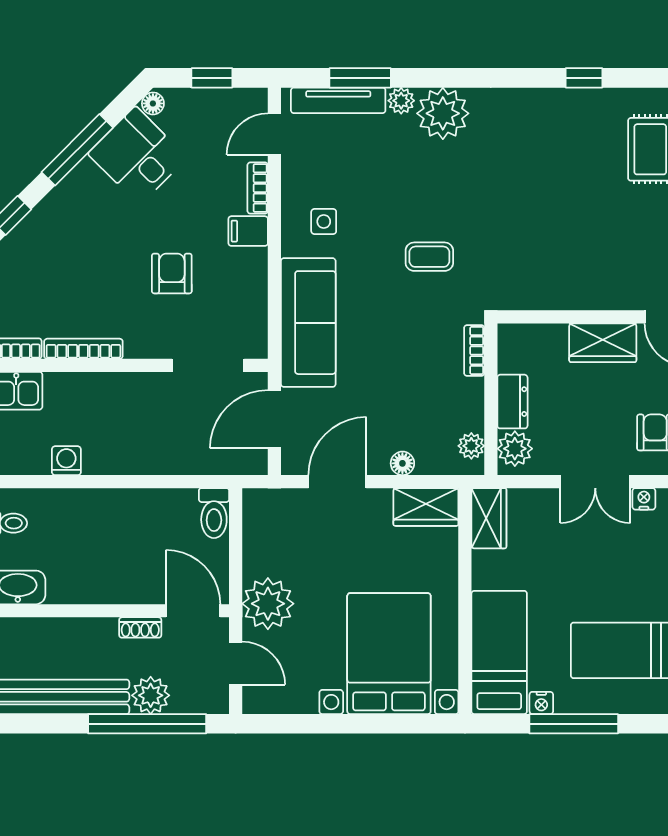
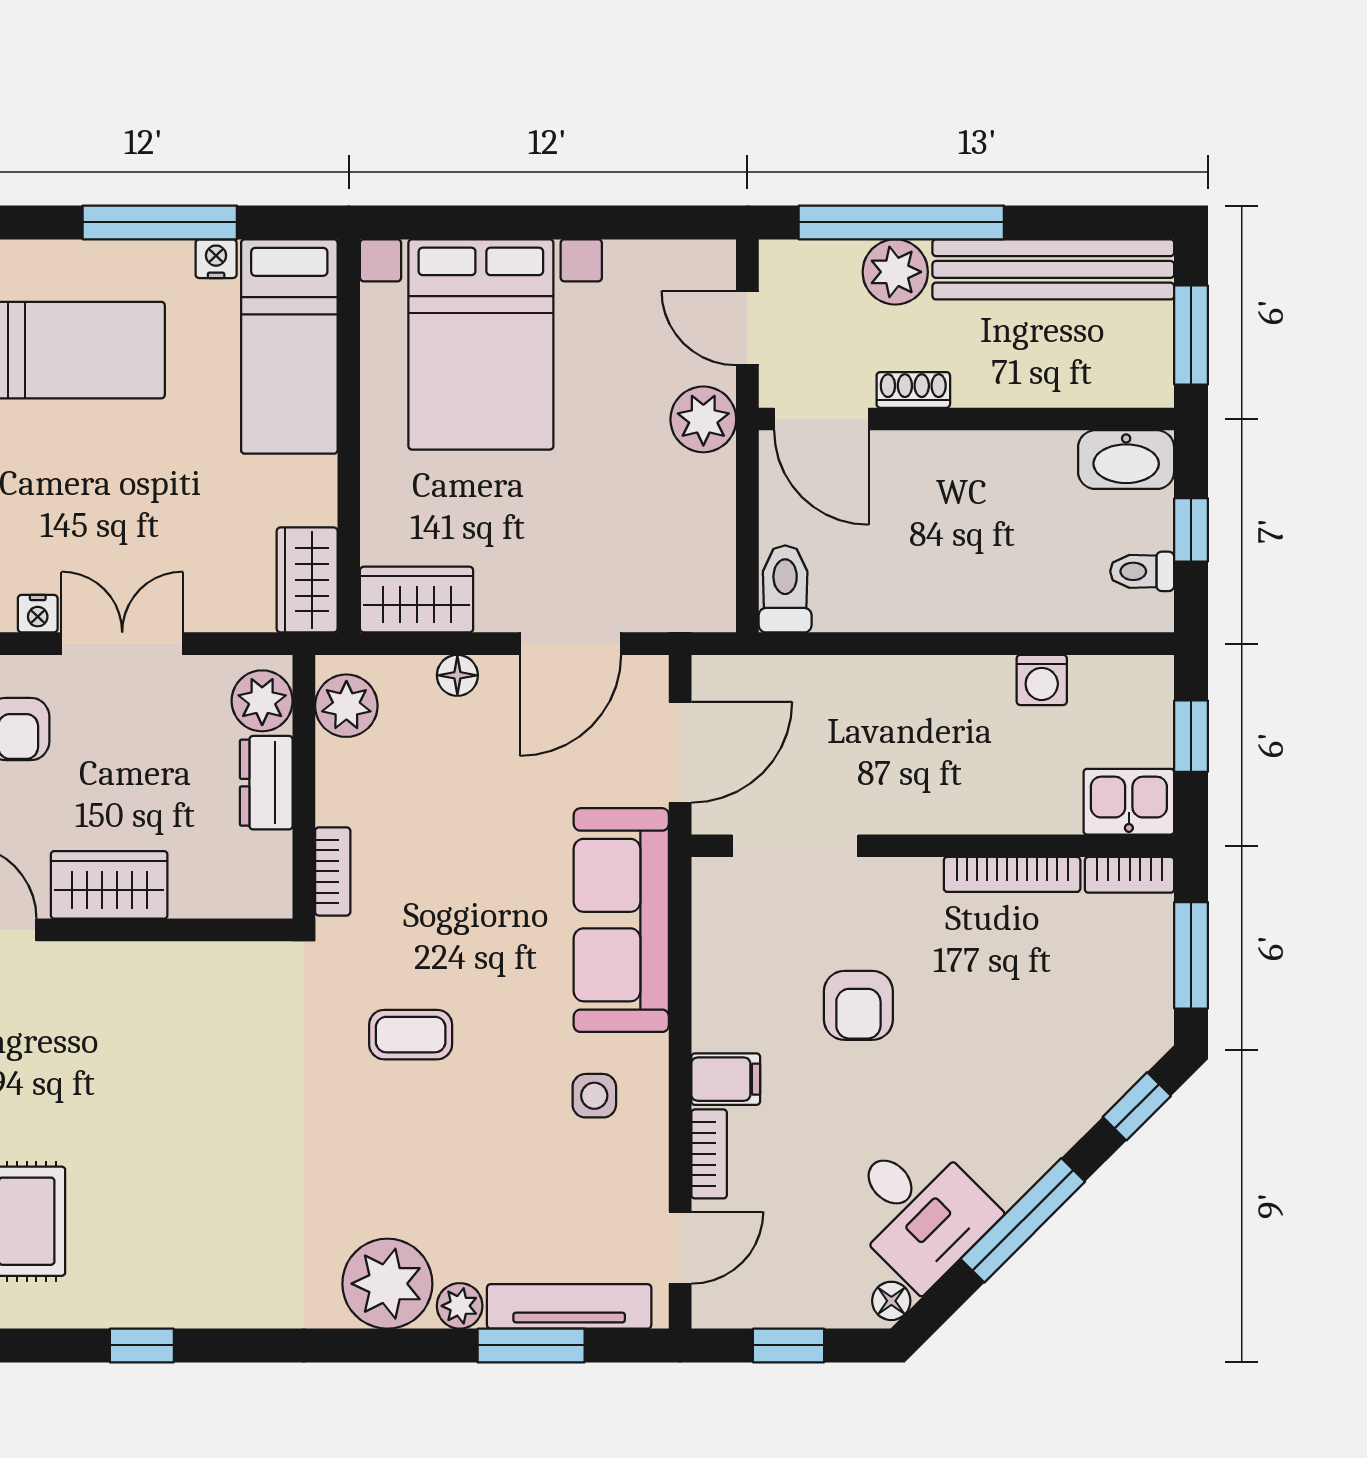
plant: (471, 446) -> (346, 706), width x1.38, depth x1.38
plant: (268, 604) -> (703, 419), width x0.73, depth x0.73

